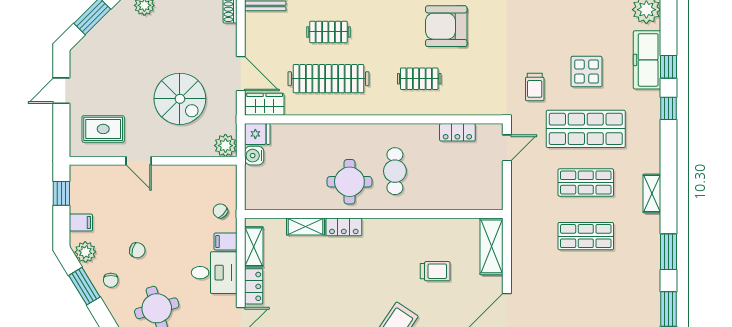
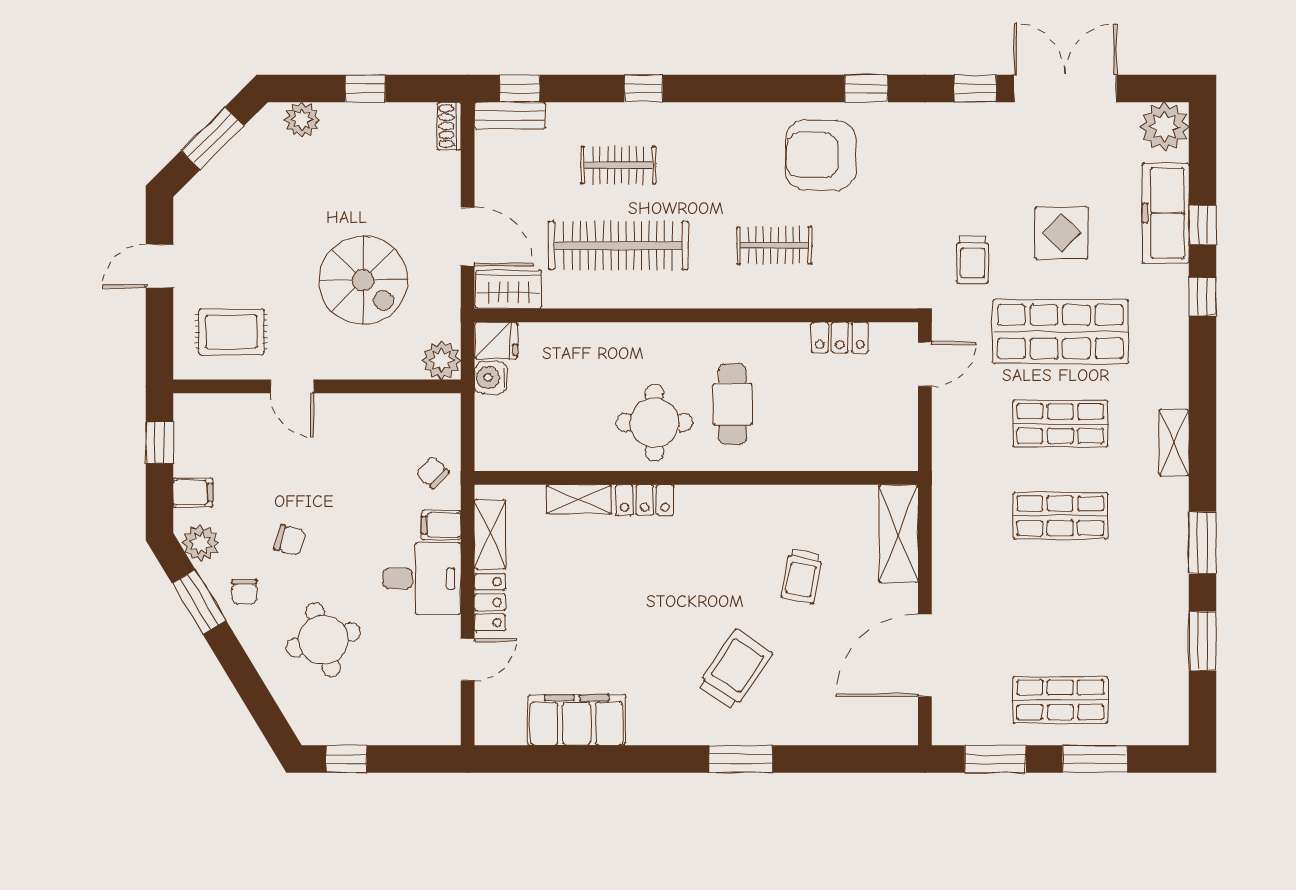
trolley: (435, 271) -> (802, 576), turned 101

